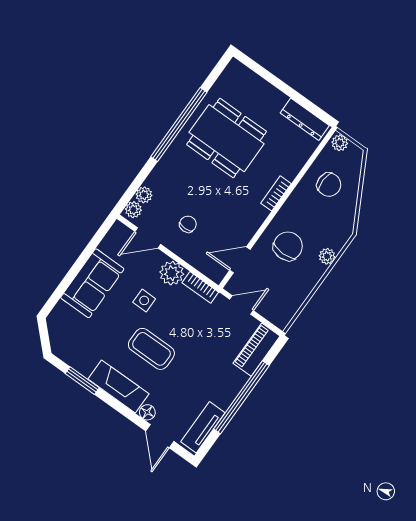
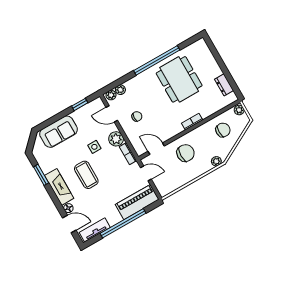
dresser: (305, 119) -> (224, 85), width x0.70
chair: (329, 185) -> (223, 130), turned -92
window: (92, 246) -> (80, 104), added
plant: (327, 256) -> (216, 161), moved
sofa: (92, 283) -> (58, 132), moved
piano: (257, 350) -> (137, 202), width x1.37, depth x1.33
door: (160, 436) -> (69, 224), swing flipped

